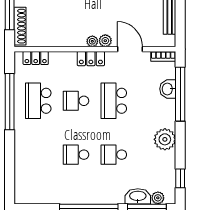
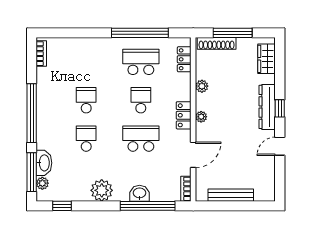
plant: (105, 41) -> (202, 86), moved
washbasin: (168, 89) -> (139, 193), moved
bookcase: (30, 199) -> (41, 54), added

